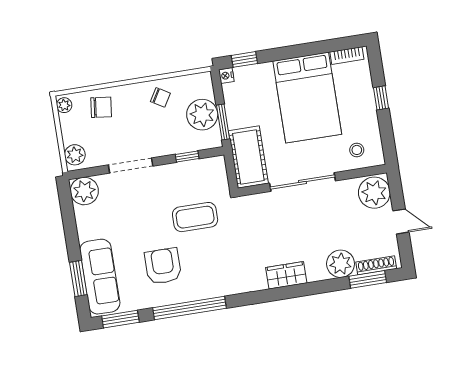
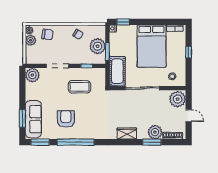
plant: (75, 155) -> (31, 40), moved
coffee table: (195, 217) -> (80, 87), moved
window: (368, 279) -> (152, 142), moved

